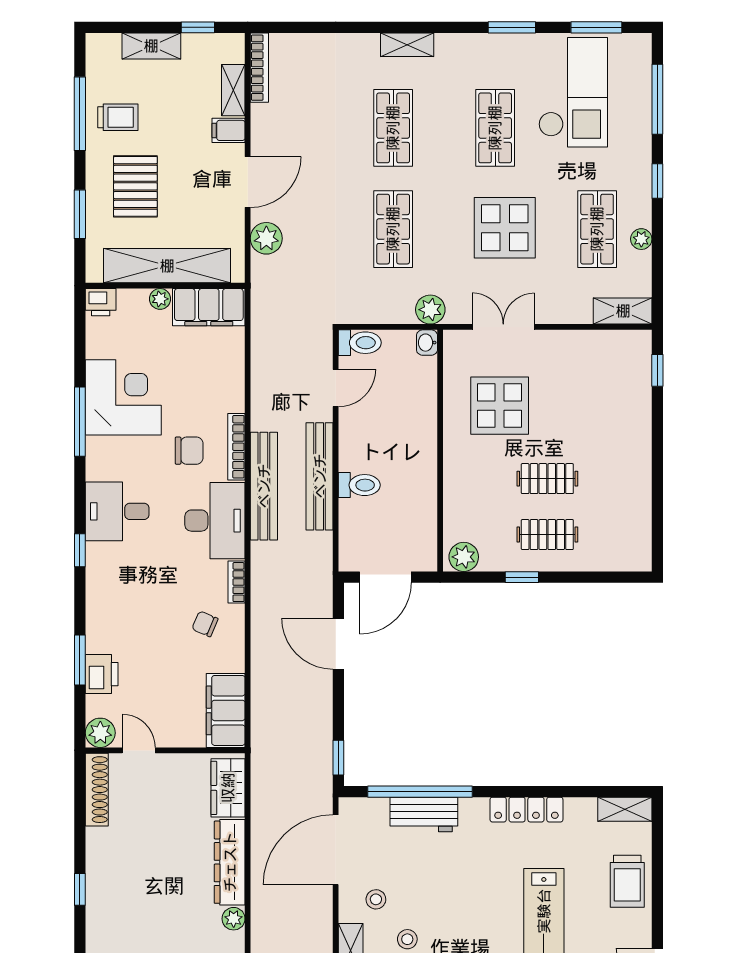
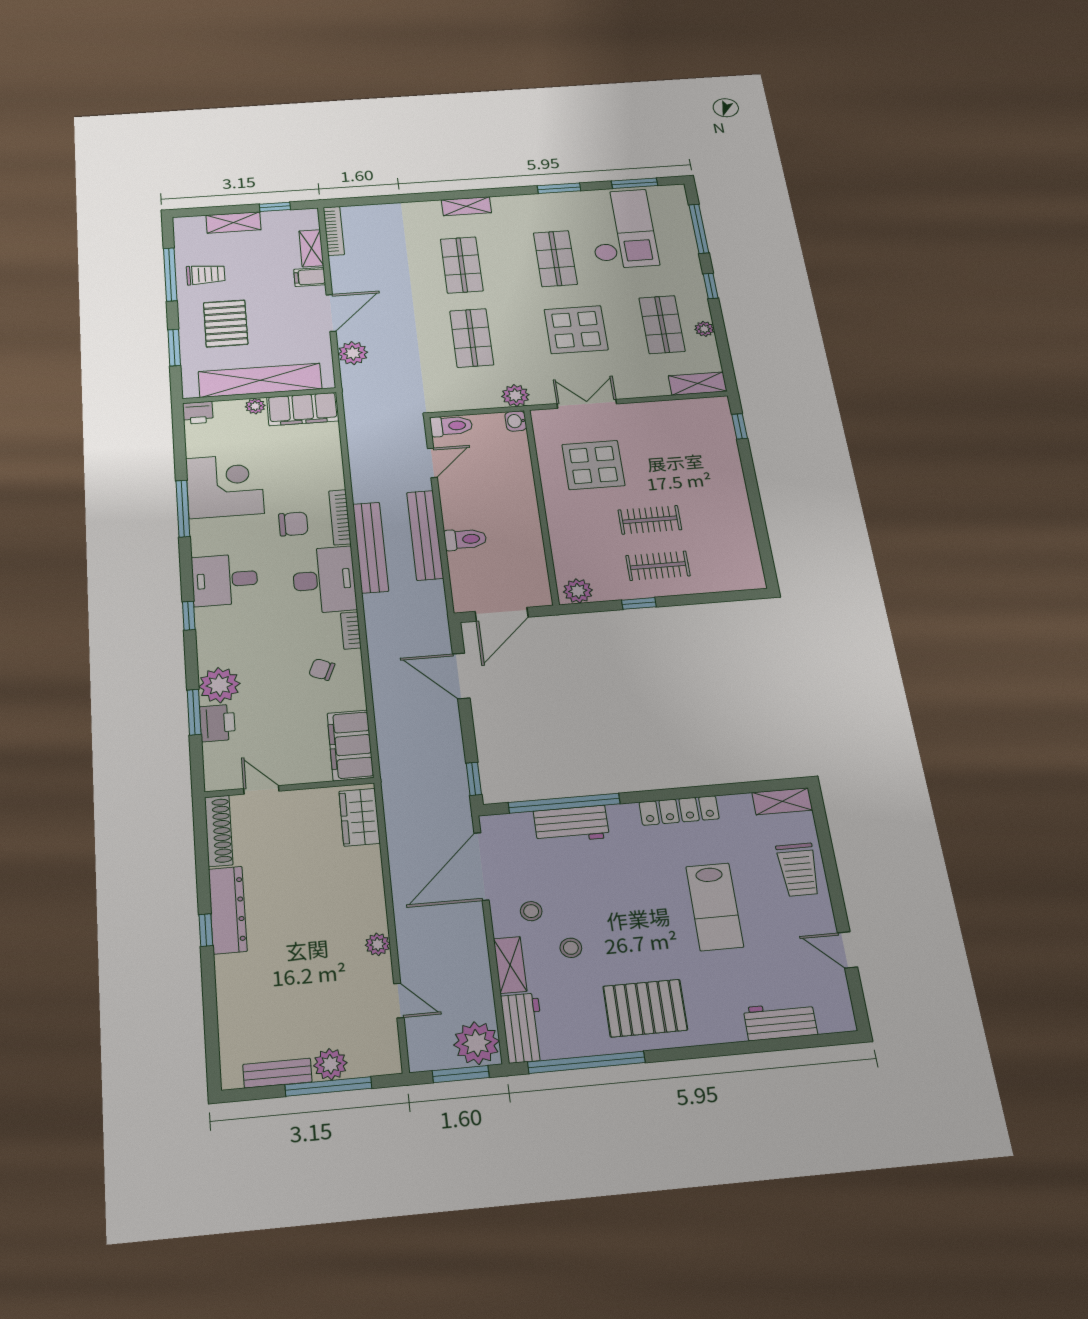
plant: (100, 733) -> (219, 685), moved, width x1.36, depth x1.36
dresser: (230, 862) -> (228, 910), moved, turned 180

